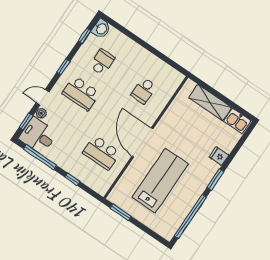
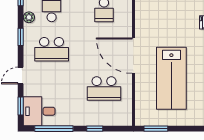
plant: (41, 113) -> (29, 17), moved
lab bench: (160, 181) -> (171, 78), turned 180

